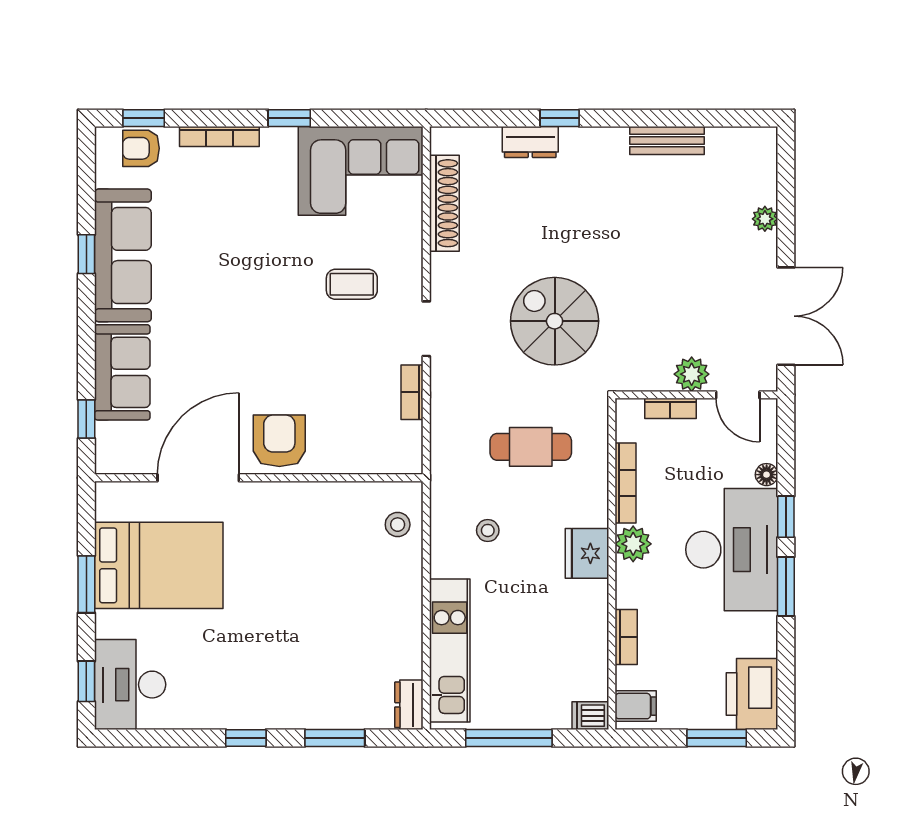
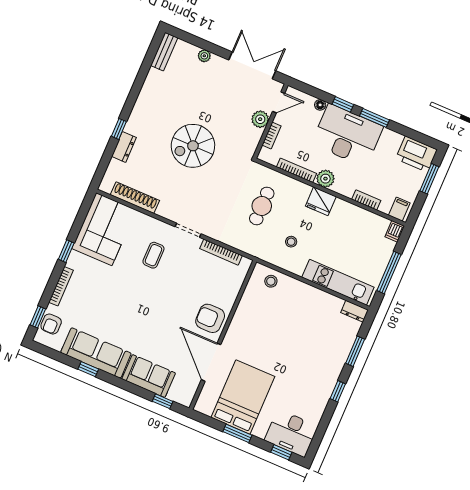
bench: (667, 140) -> (164, 52), moved
spiral stairs: (555, 321) -> (193, 146), moved
bookcase: (412, 392) -> (221, 252), width x1.56

